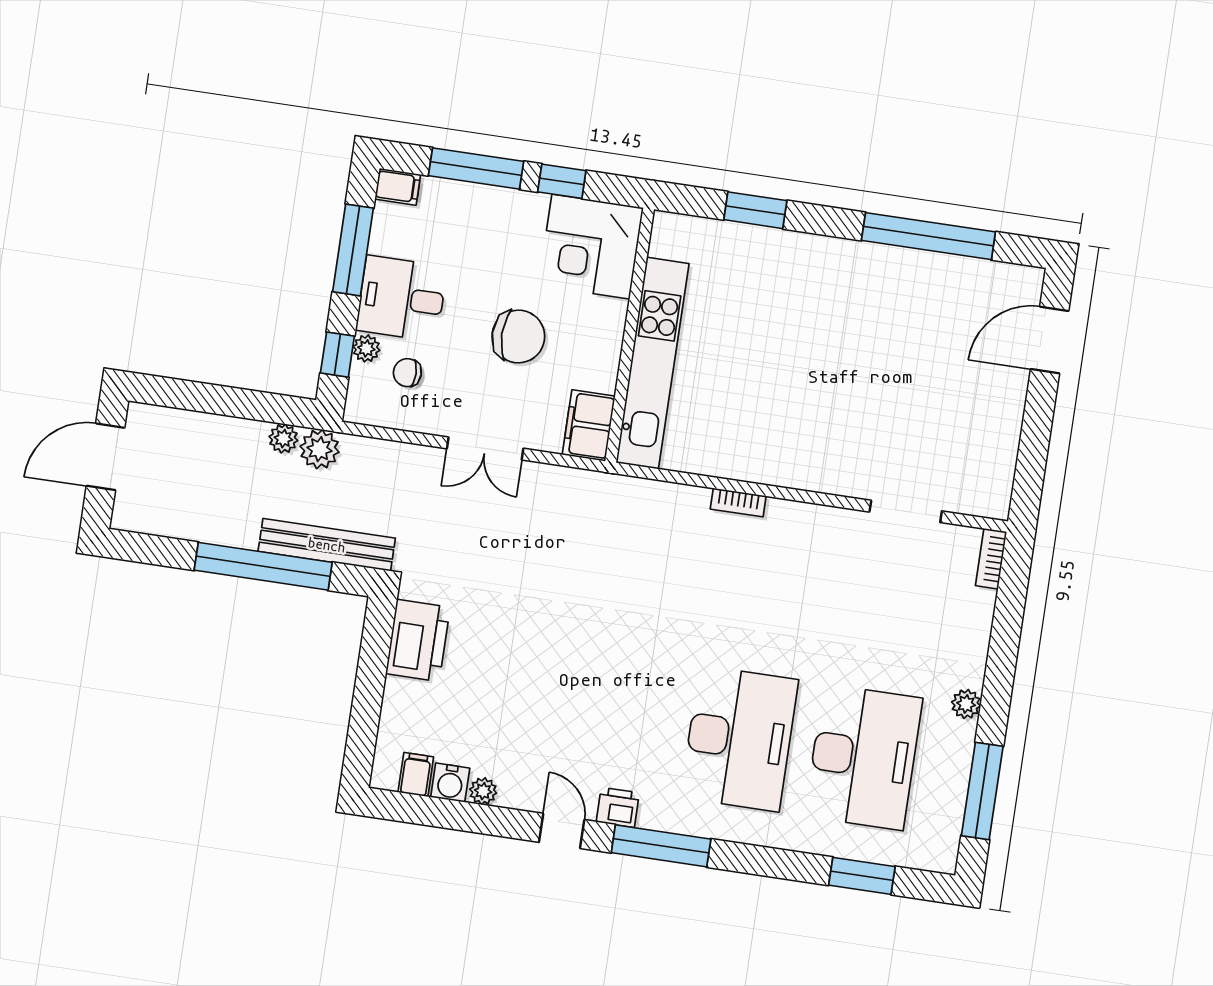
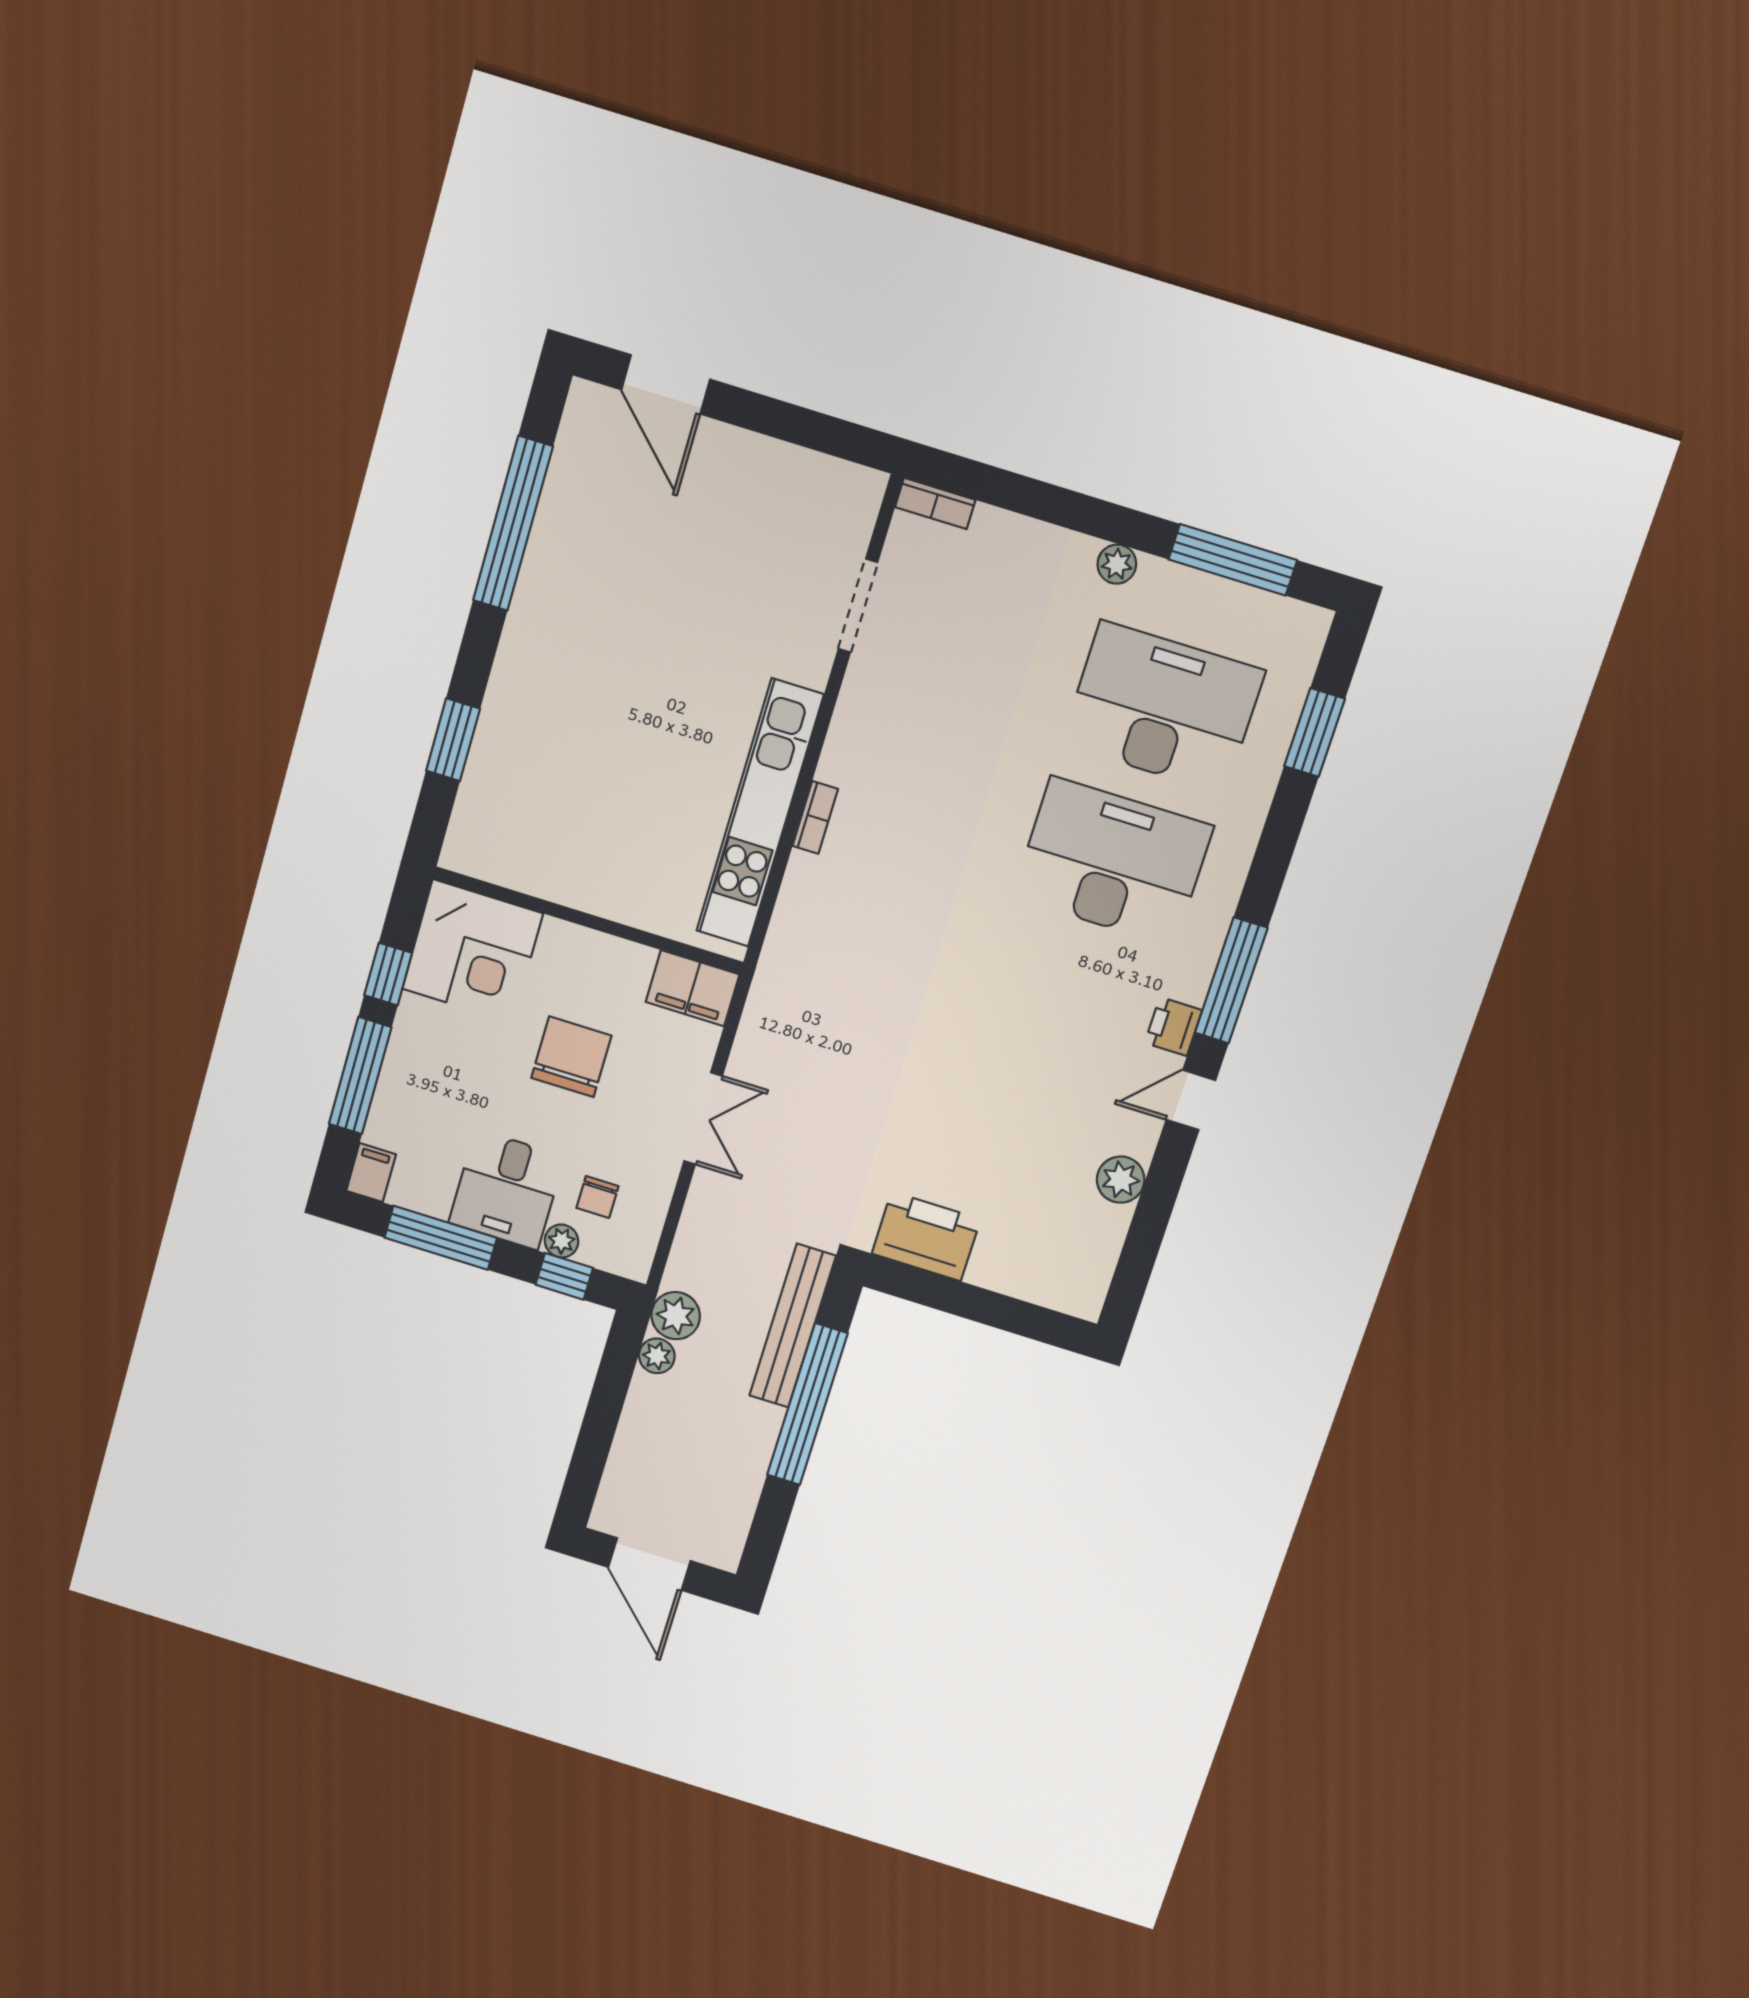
kitchen unit: (653, 363) -> (760, 813), moved, turned -90
filing cabinet: (416, 775) -> (1091, 1265), removed
water cooler: (450, 783) -> (1107, 1226), removed
plant: (483, 791) -> (1121, 1180), width x1.38, depth x1.38

